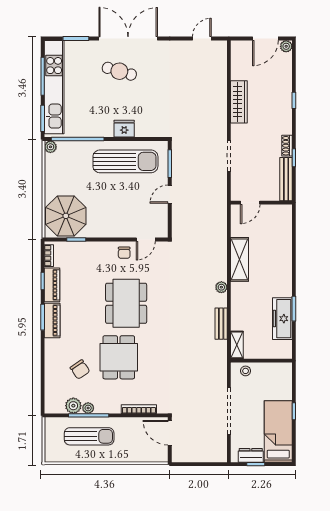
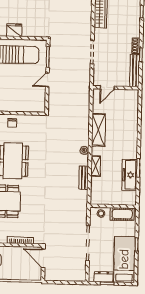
door: (146, 240) -> (29, 113), removed
shelving: (237, 345) -> (96, 166), moved
cot: (274, 371) -> (122, 214), added

